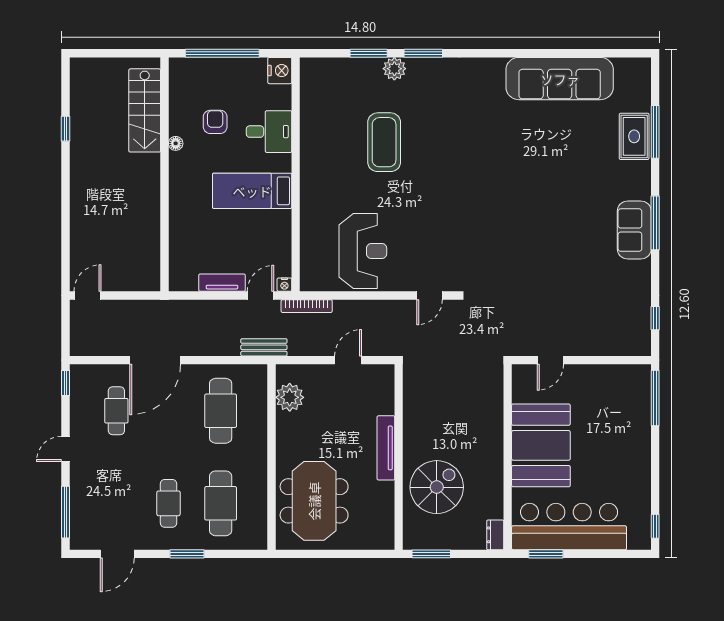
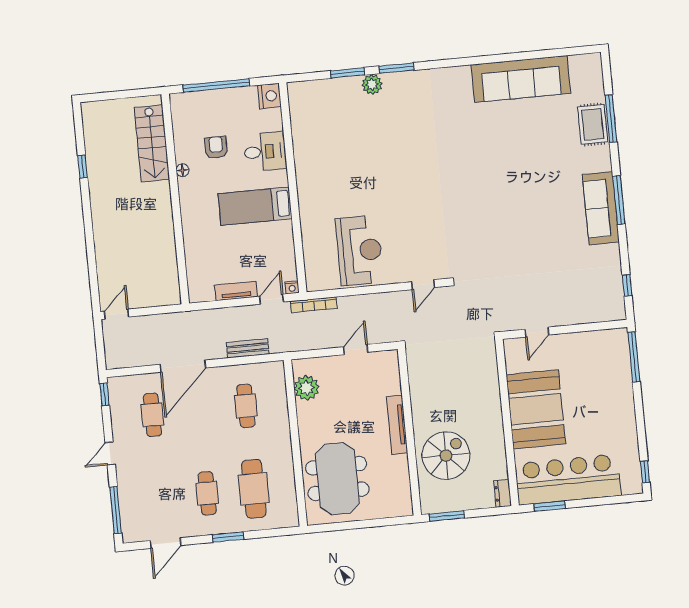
coffee table: (384, 142) -> (369, 151), removed
sofa: (634, 230) -> (601, 208), width x1.36
bench: (264, 347) -> (248, 348), moved
cafe table: (221, 411) -> (246, 406), width x0.73, depth x0.74

